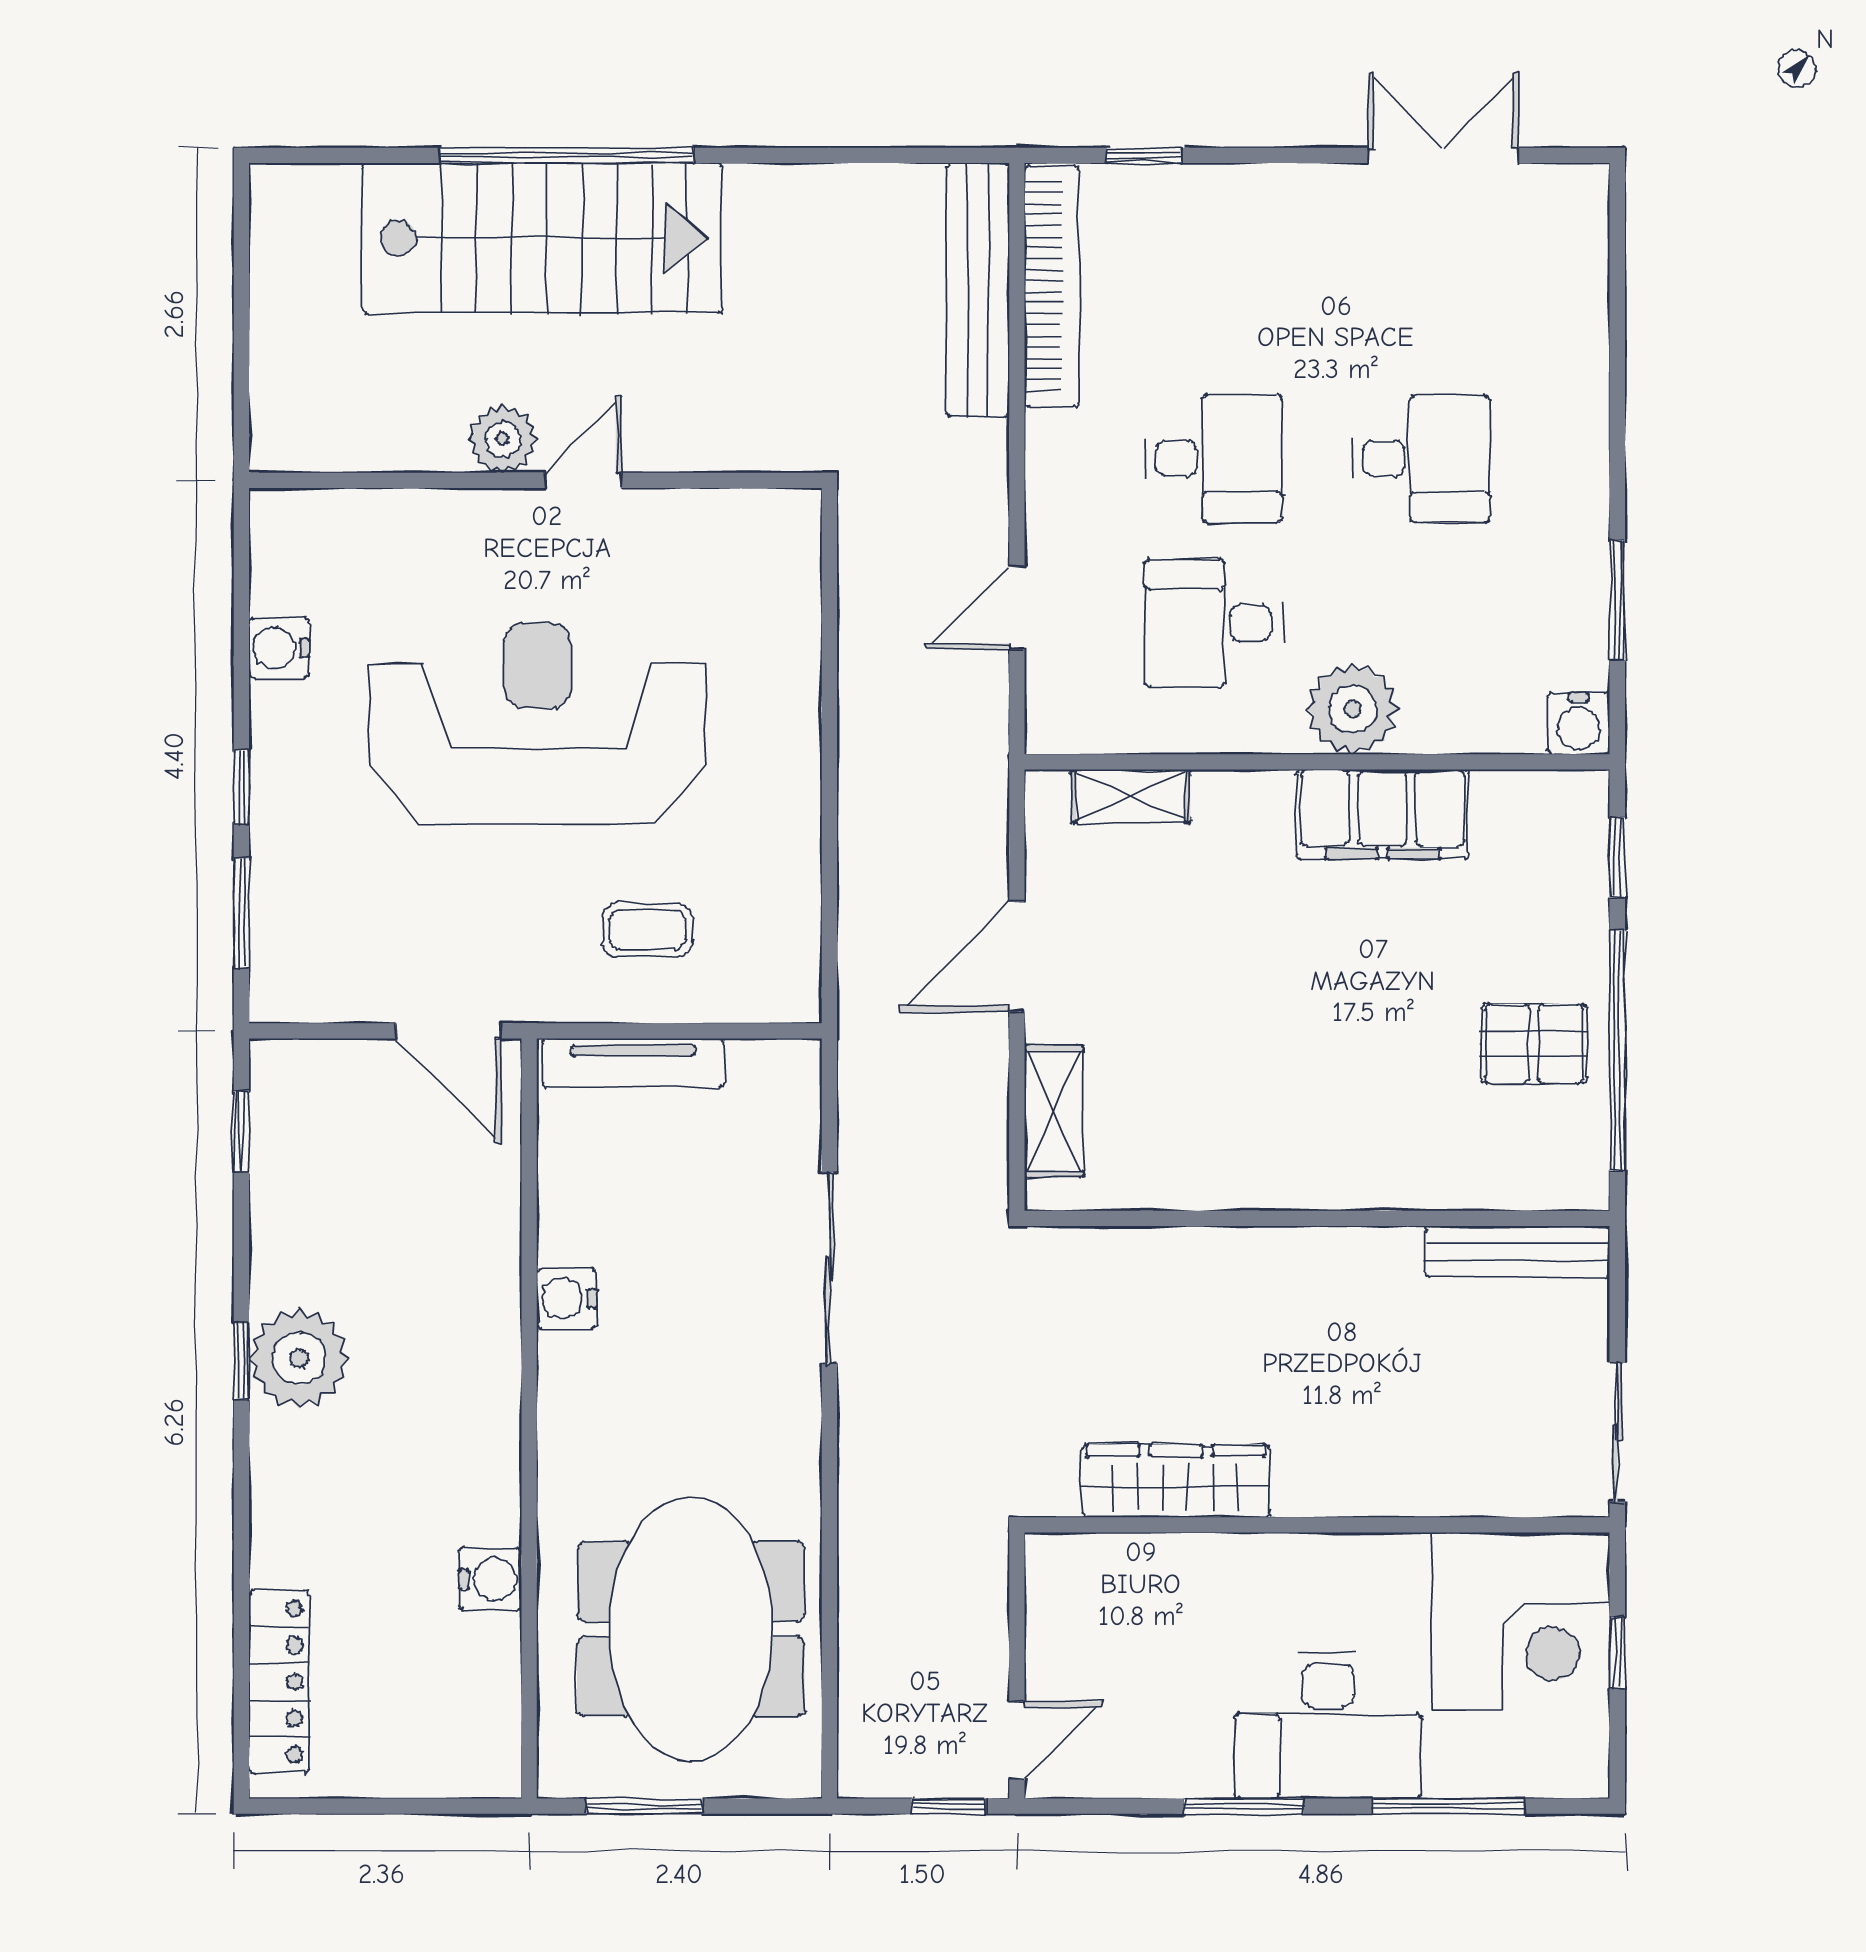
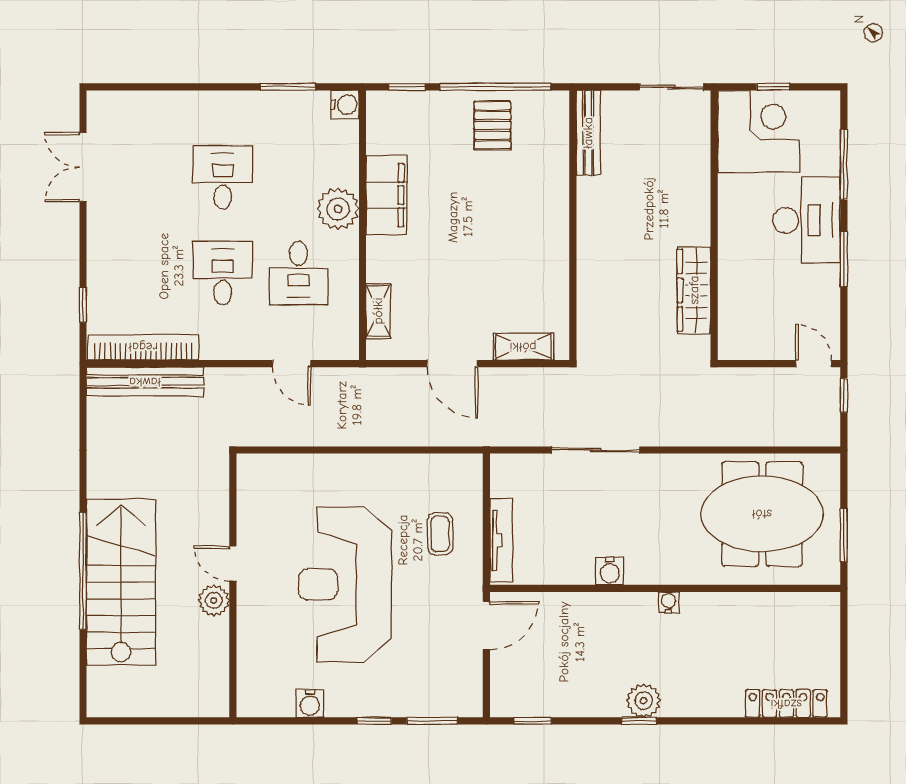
plant: (299, 1359) -> (644, 701), width x0.73, depth x0.73
water cooler: (490, 1579) -> (668, 602), moved, width x0.72, depth x0.72

